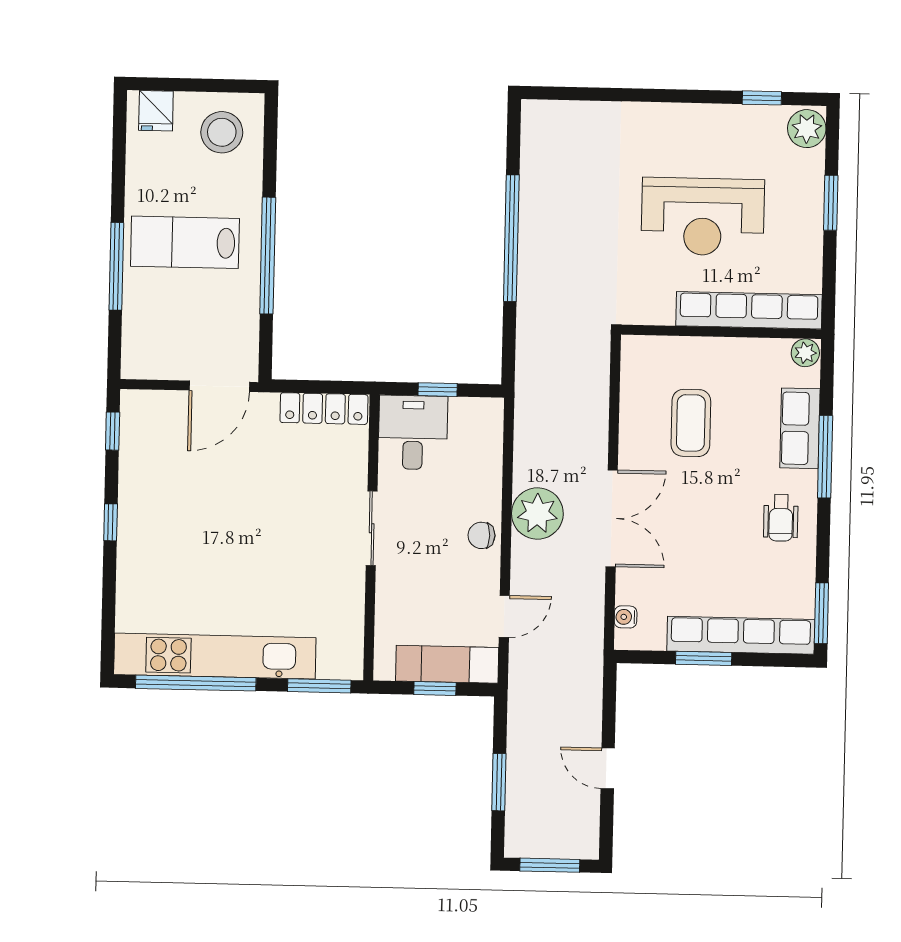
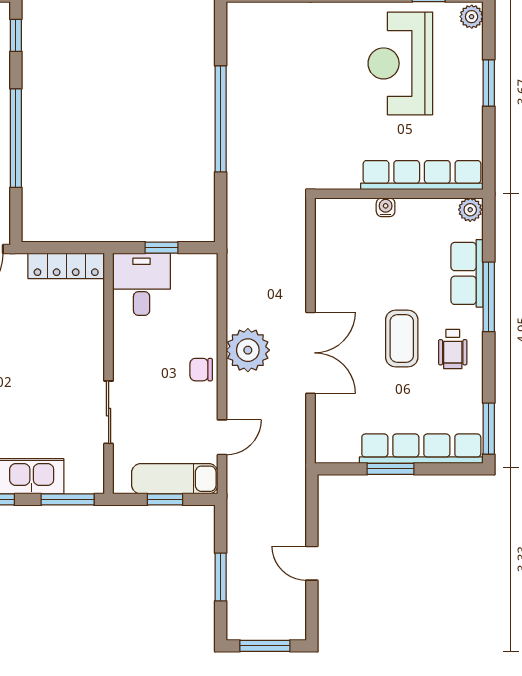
plant: (807, 129) -> (472, 17), width x0.73, depth x0.73
window: (270, 134) -> (16, 35), added
reception desk: (703, 217) -> (400, 63), moved, turned 90
coffee table: (691, 423) -> (402, 339), moved
sliding door: (372, 528) -> (109, 412), moved
water cooler: (626, 617) -> (386, 207), moved, turned 90

